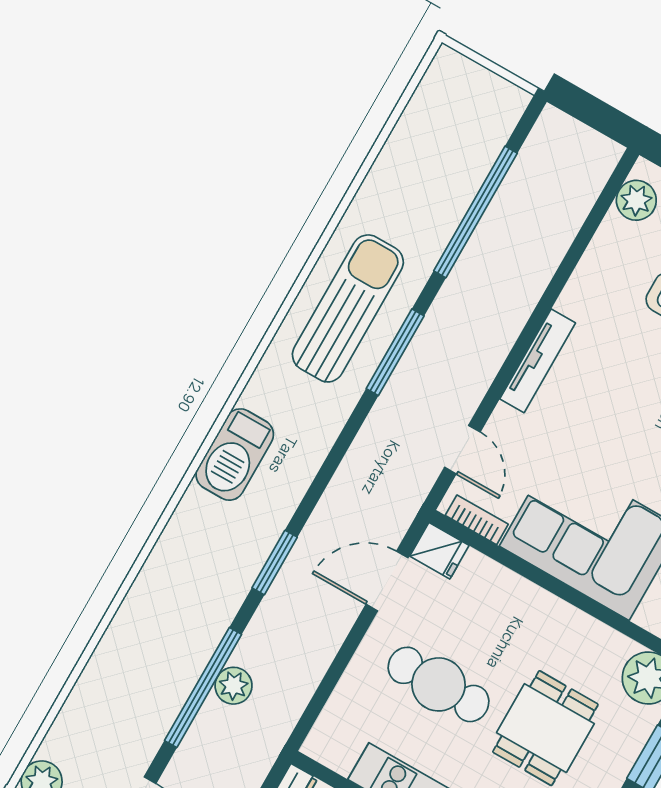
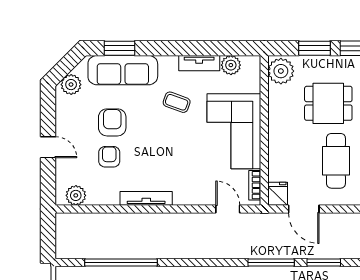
window: (395, 352) -> (271, 263), moved
tv unit: (538, 361) -> (146, 198), moved
door: (462, 450) -> (228, 209), hinge flipped

